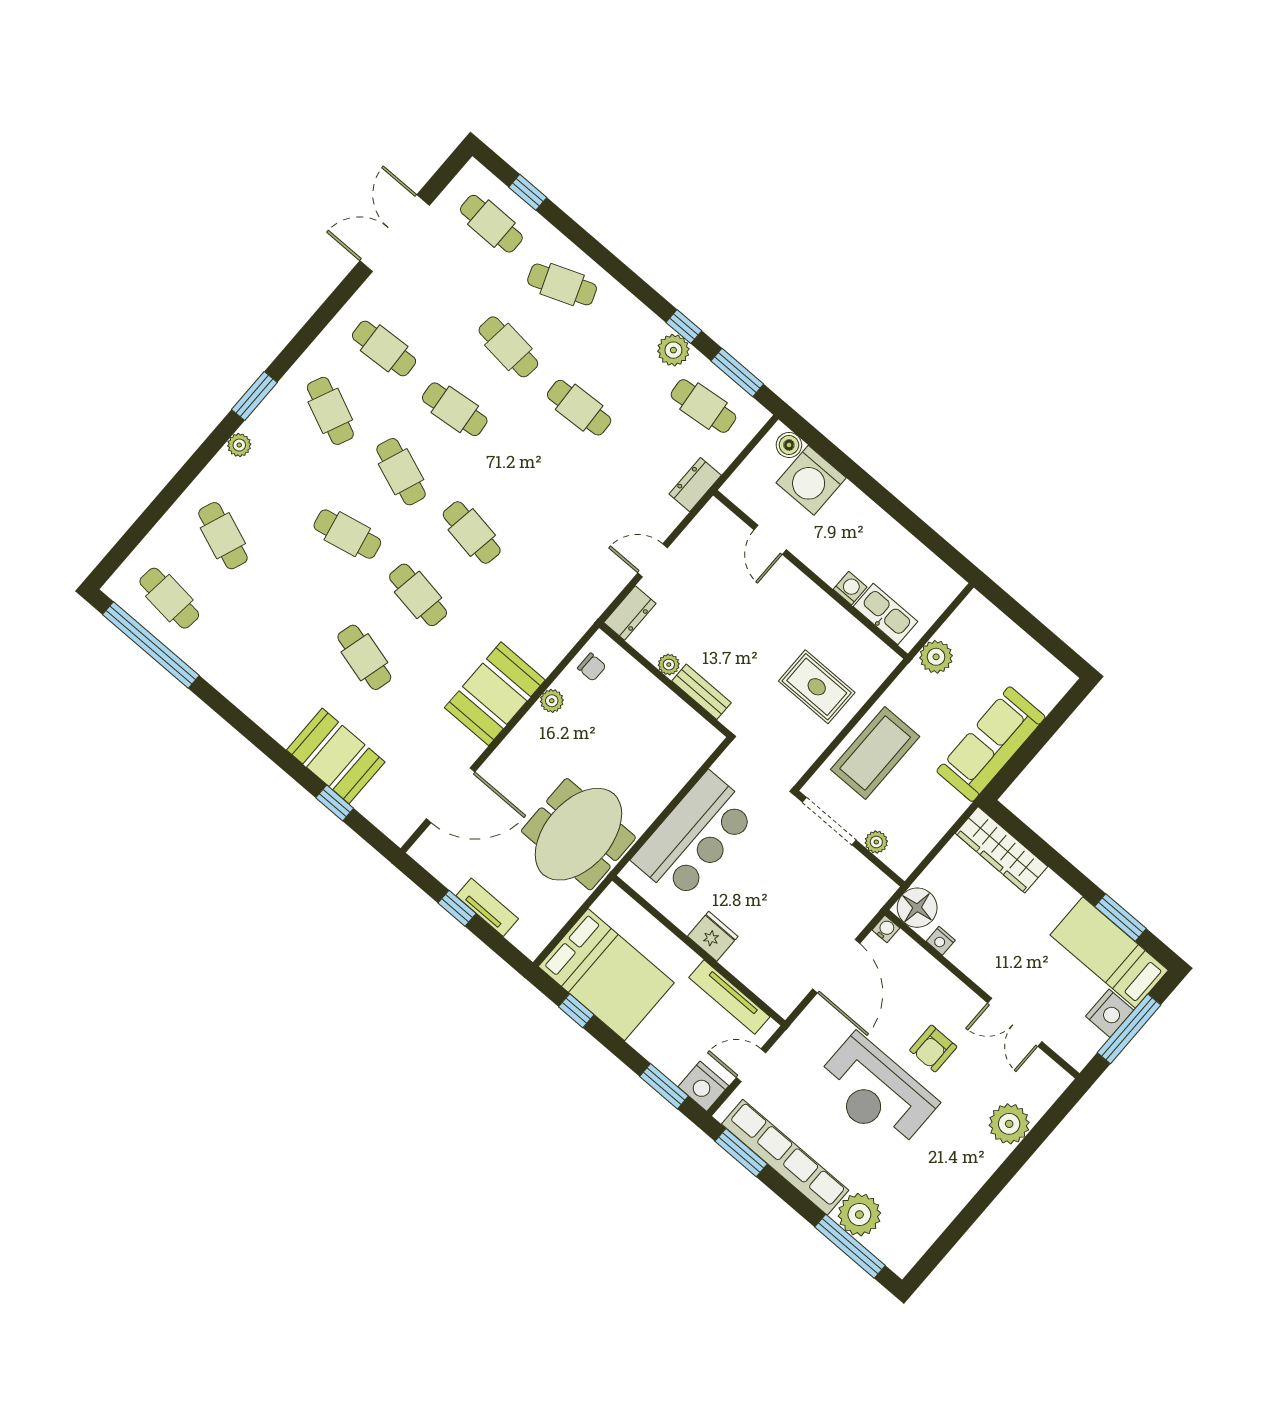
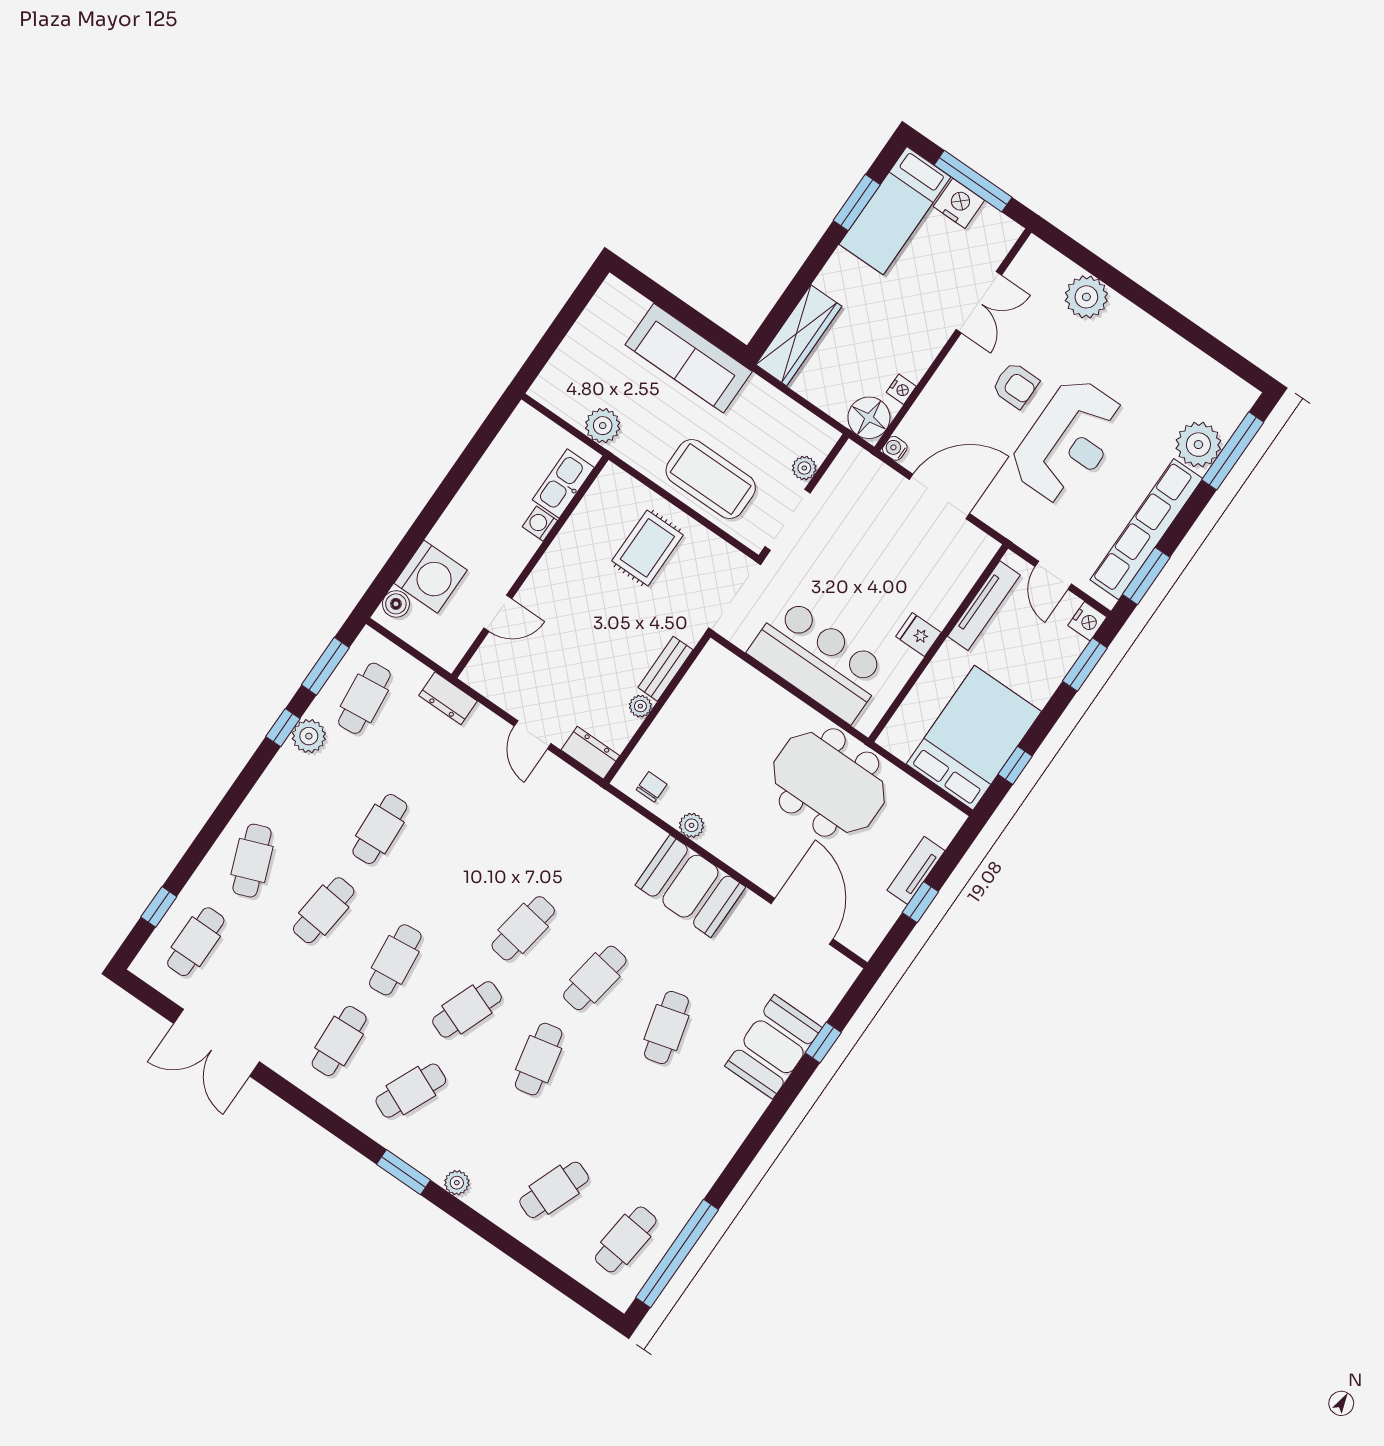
cafe table: (364, 657) -> (666, 1027), turned -30
fridge: (713, 936) -> (918, 634), width x0.72
nightstand: (703, 1086) -> (1087, 621), width x0.74, depth x0.75

